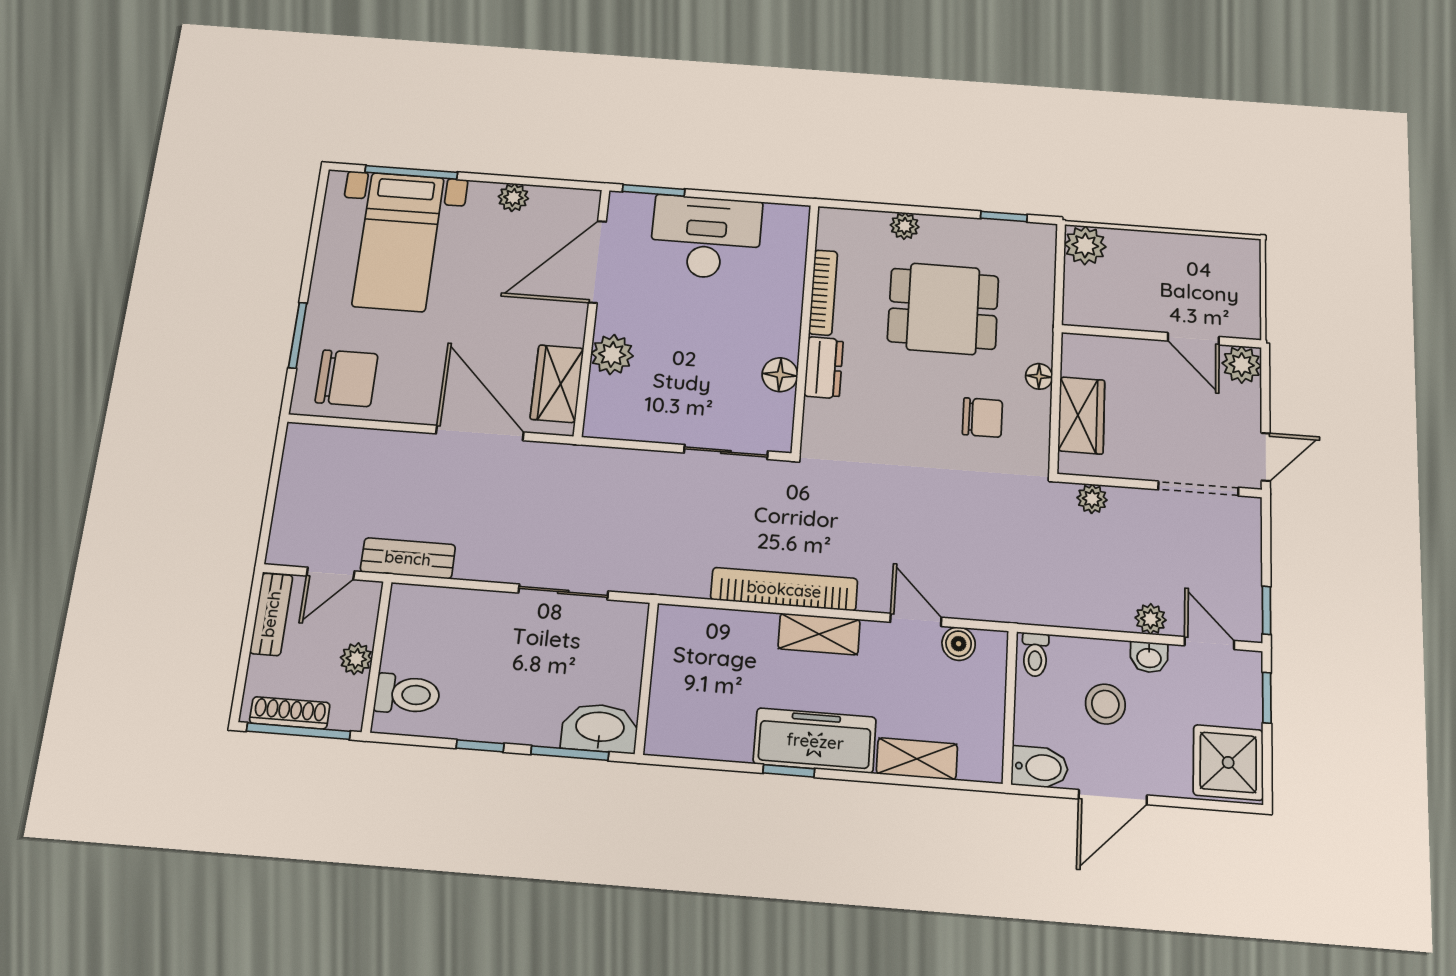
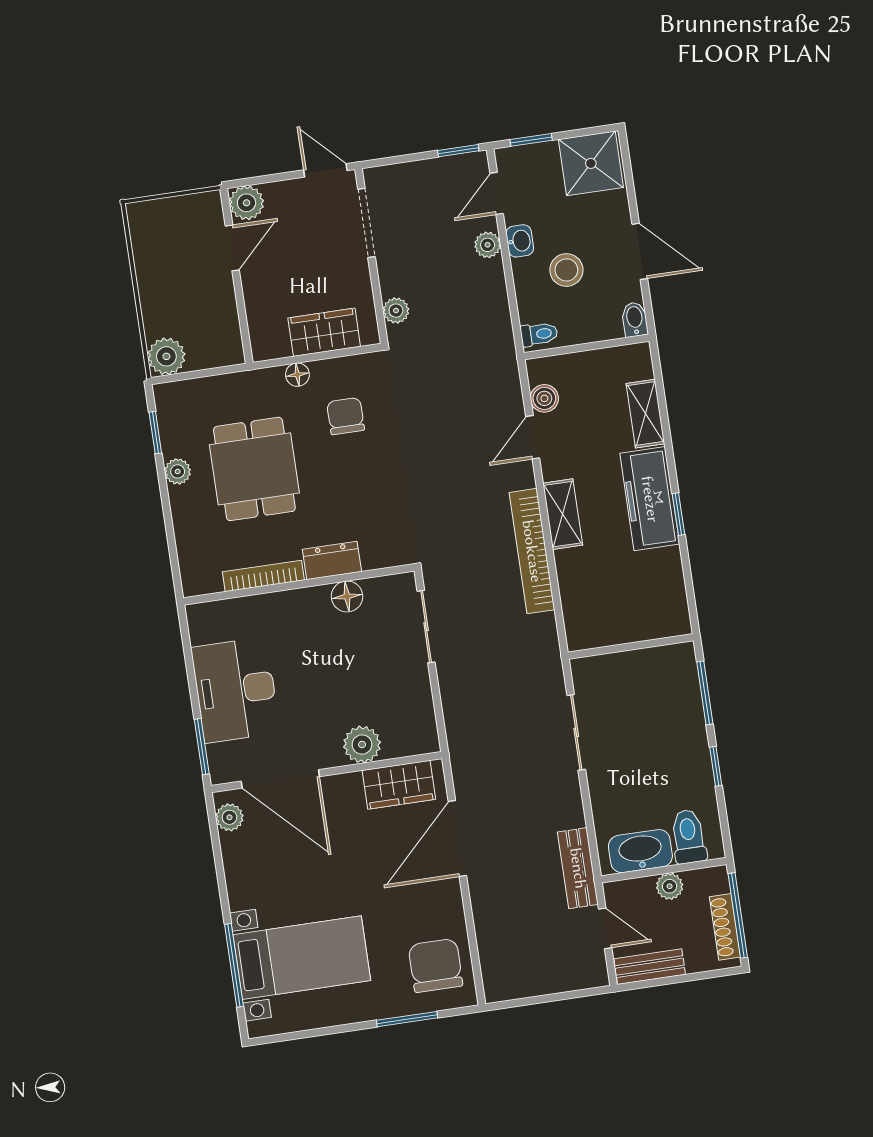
plant: (513, 197) -> (229, 817), moved
plant: (905, 226) -> (178, 471), moved
washbasin: (600, 728) -> (640, 851), moved, turned 90
bidet: (1040, 767) -> (635, 319), width x0.72, depth x0.74

